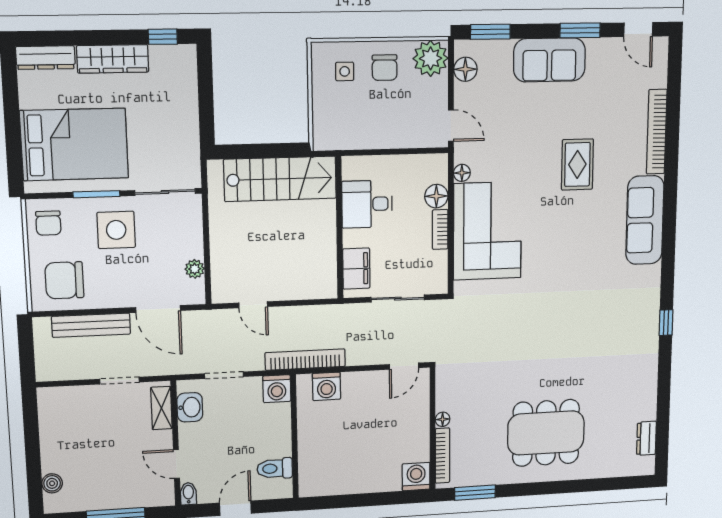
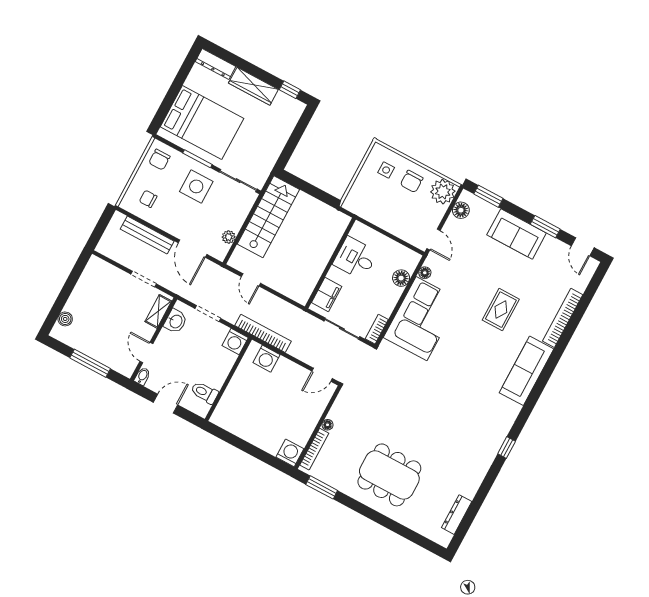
stairs: (280, 179) -> (268, 217), moved, turned -90
bookcase: (440, 229) -> (377, 329), moved
chair: (64, 280) -> (148, 199), width x0.54, depth x0.54
dresser: (646, 438) -> (457, 515), width x1.44

